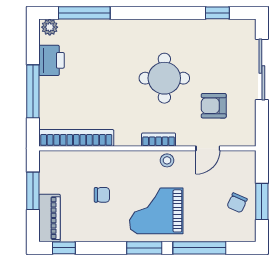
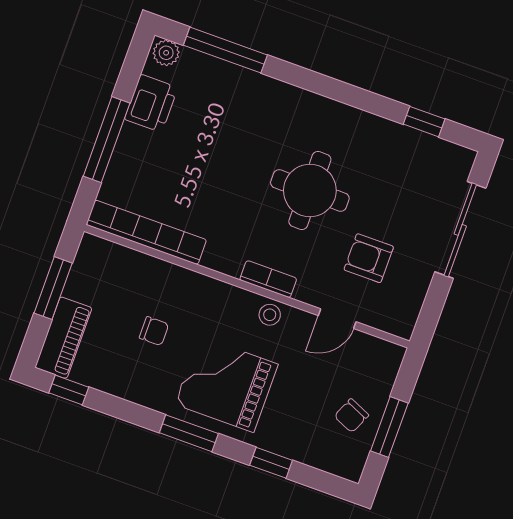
window: (199, 248) -> (271, 463), width x0.46

